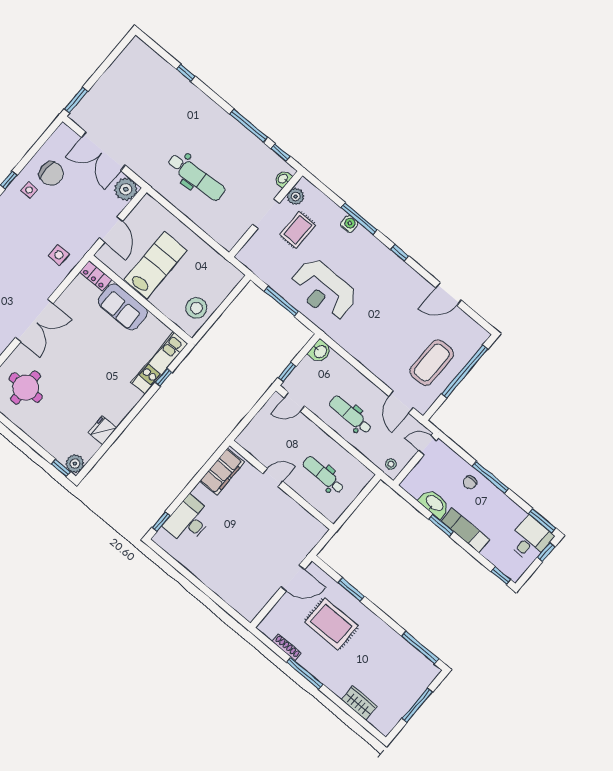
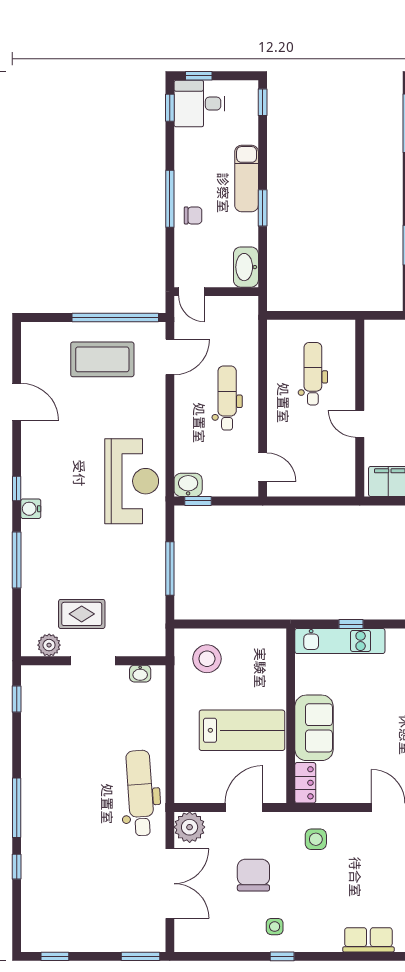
window: (117, 52) -> (55, 956), added
window: (249, 126) -> (17, 808), moved
chair: (51, 174) -> (253, 875), moved
dental chair: (196, 177) -> (140, 793), moved
washbasin: (283, 179) -> (140, 674), moved
water cooler: (349, 224) -> (31, 509), moved
lab bench: (156, 265) -> (242, 730), turned 180
reception desk: (323, 290) -> (132, 481), moved
stool: (196, 308) -> (207, 659), moved
window: (287, 372) -> (198, 501), moved
window: (465, 372) -> (115, 318), moved
dental chair: (350, 415) -> (227, 398), turned 180
stool: (391, 464) -> (243, 313), removed
dental chair: (323, 475) -> (313, 374), turned 180
washbasin: (434, 503) -> (246, 267), moved
window: (542, 521) -> (170, 108), width x0.67

